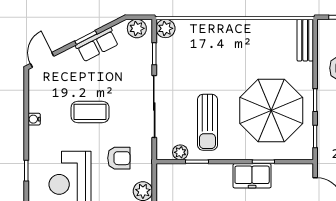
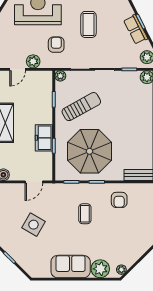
sun lounger: (207, 122) -> (81, 107), turned 151
plant: (180, 152) -> (60, 76), moved
armchair: (119, 158) -> (56, 45), turned 180

